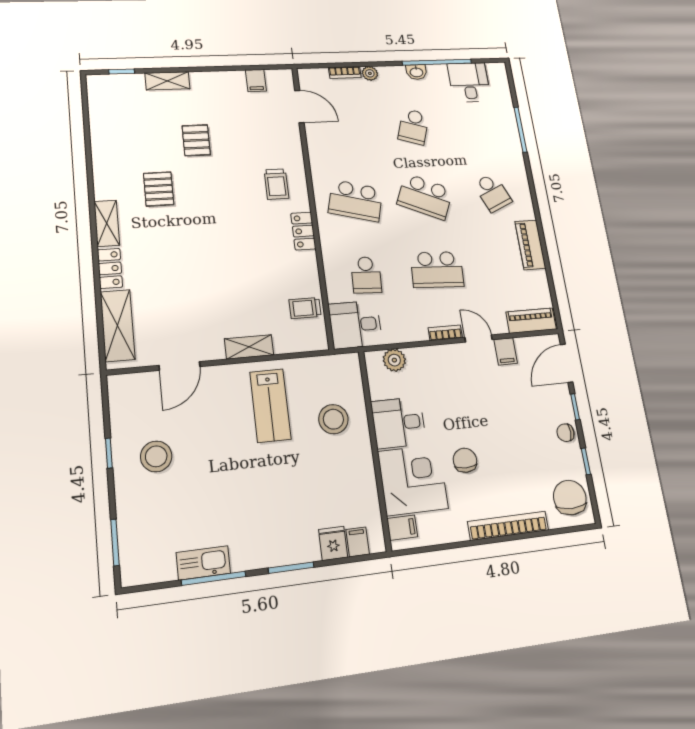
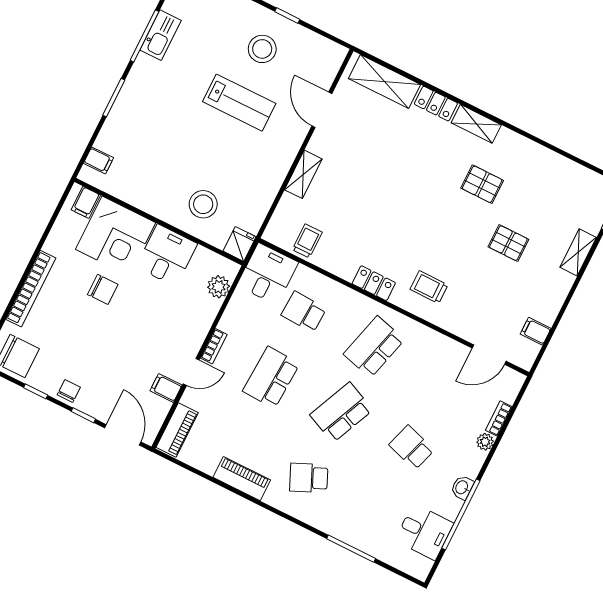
lab bench: (270, 405) -> (239, 103), moved, turned 180
fridge: (333, 543) -> (240, 244), moved, turned -90

